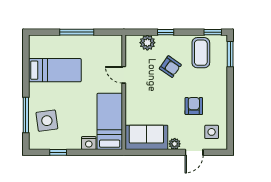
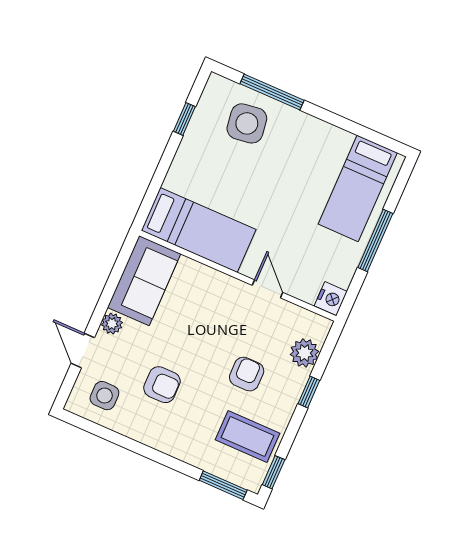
armchair: (170, 67) -> (247, 374), turned 145
bed: (55, 70) -> (358, 188), moved
door: (124, 75) -> (268, 289), hinge flipped
nightstand: (89, 143) -> (331, 299), moved, turned 180

